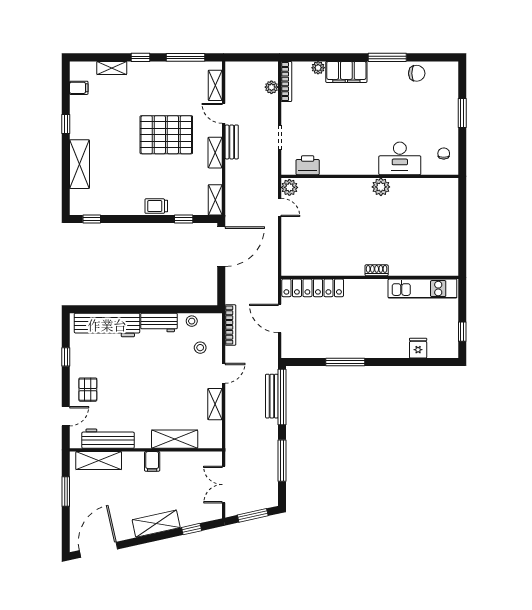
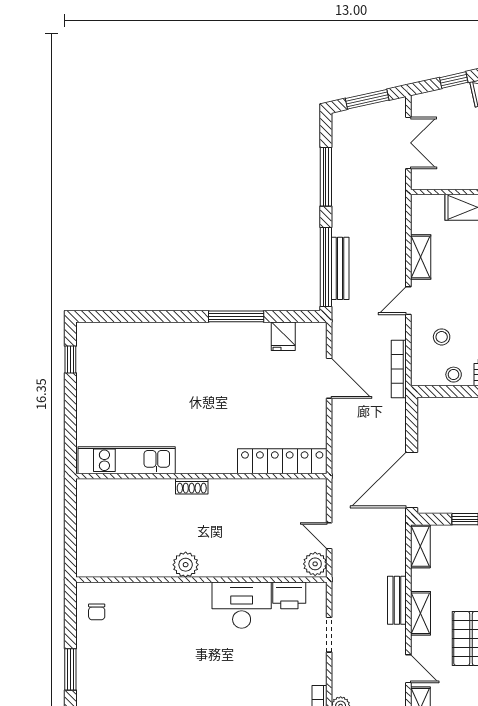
bench: (232, 142) -> (397, 600), moved
desk: (400, 158) -> (242, 605), moved
shoe rack: (377, 270) -> (192, 486), moved
wall: (370, 277) -> (201, 476), moved
locker: (313, 288) -> (282, 461), moved
kitchen unit: (422, 289) -> (127, 460), moved
fridge: (418, 348) -> (283, 336), moved

